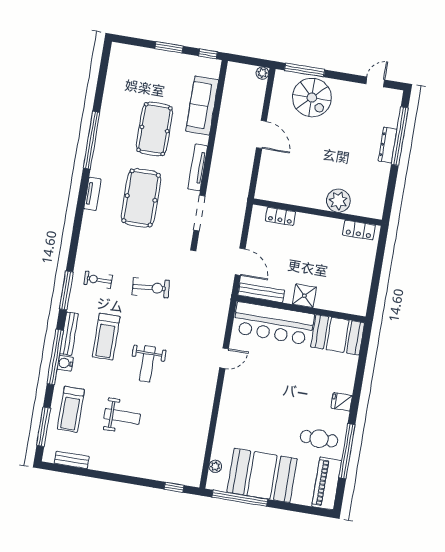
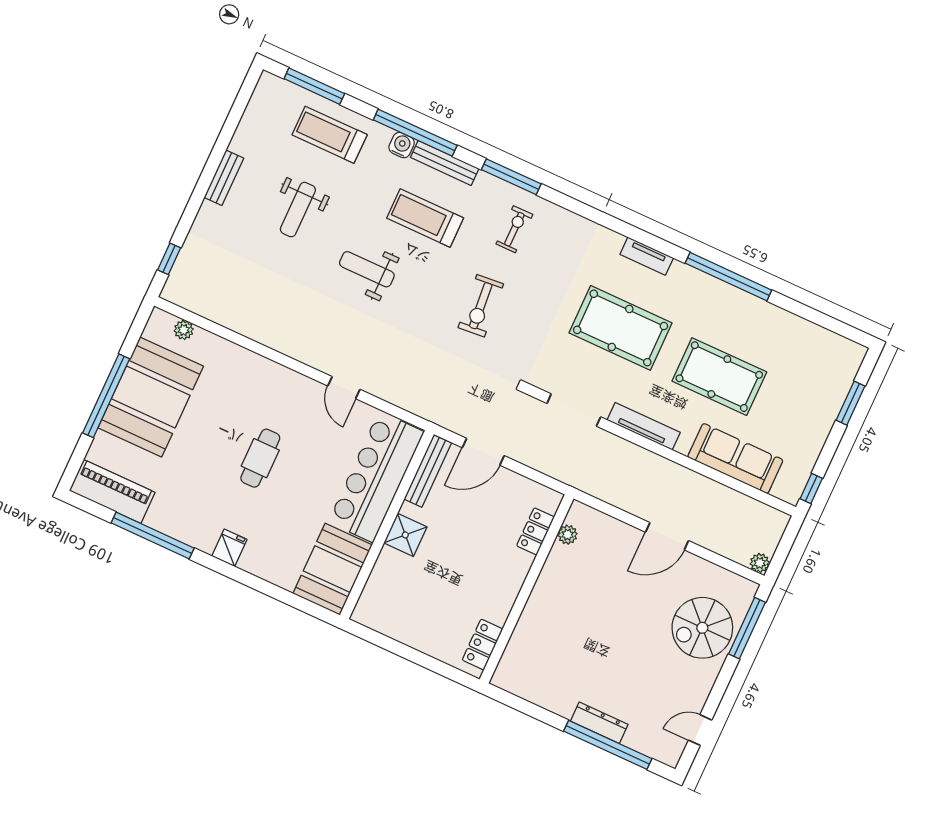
window: (169, 47) -> (850, 403), moved
door: (375, 82) -> (700, 730), swing flipped
plant: (338, 201) -> (568, 535), moved, width x0.53, depth x0.53
cafe table: (319, 439) -> (260, 458), moved
bench: (72, 460) -> (224, 178), moved
window: (240, 498) -> (106, 396), moved

